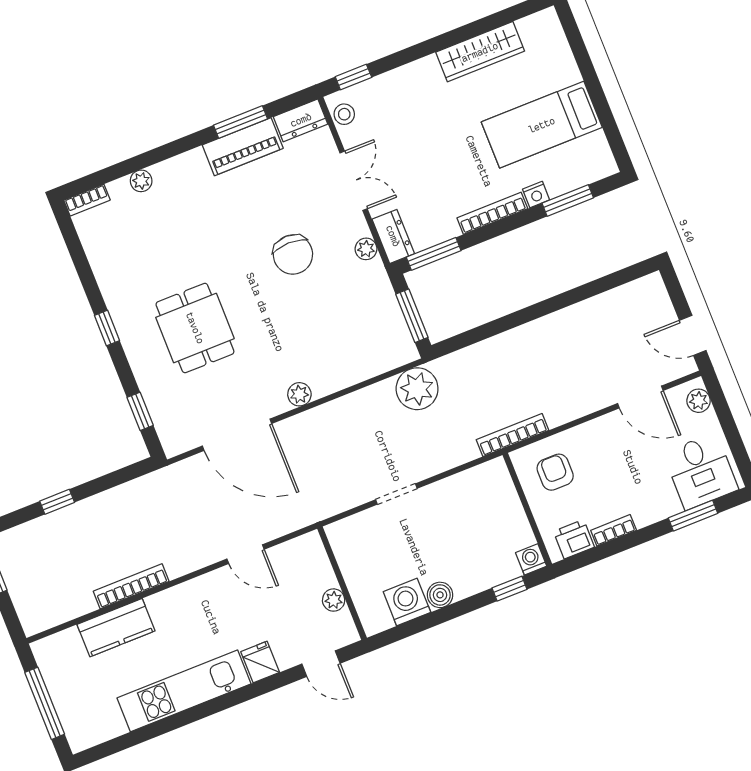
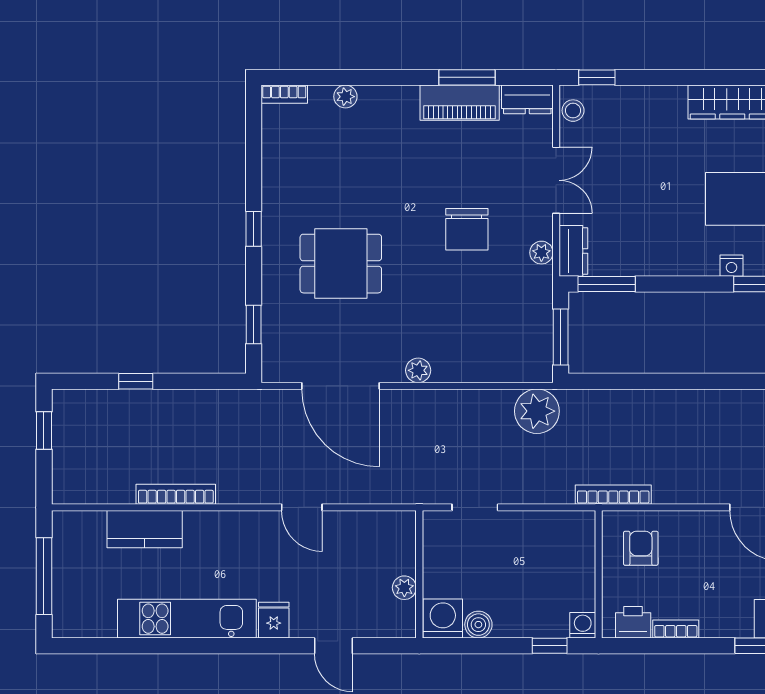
bookcase: (492, 213) -> (681, 267), removed
dining table: (195, 328) -> (341, 264), turned 90
wall: (342, 583) -> (419, 574), moved
plant: (334, 600) -> (404, 588), moved

